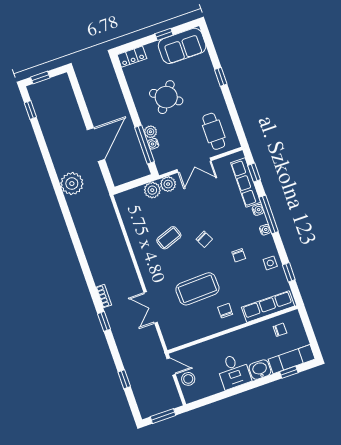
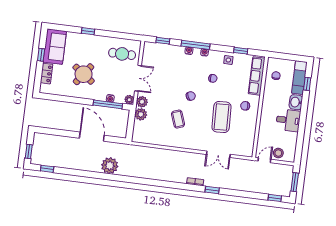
locker: (132, 57) -> (47, 74), moved
plant: (150, 132) -> (129, 100), moved
row of seats: (246, 182) -> (167, 50), removed
window: (124, 379) -> (275, 198), moved

